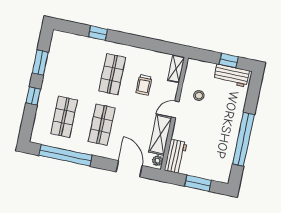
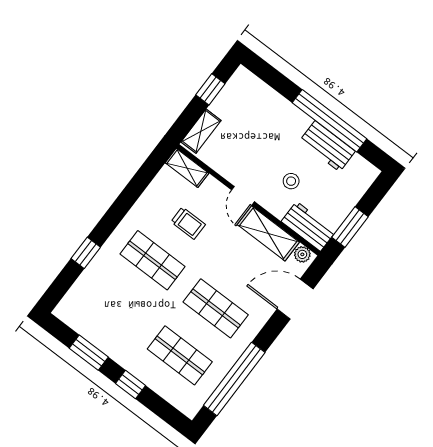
shelving: (202, 67) -> (201, 131), added
workbench: (232, 76) -> (327, 146), moved, turned 90
stool: (199, 96) -> (291, 181), moved
window: (198, 183) -> (350, 227), moved

